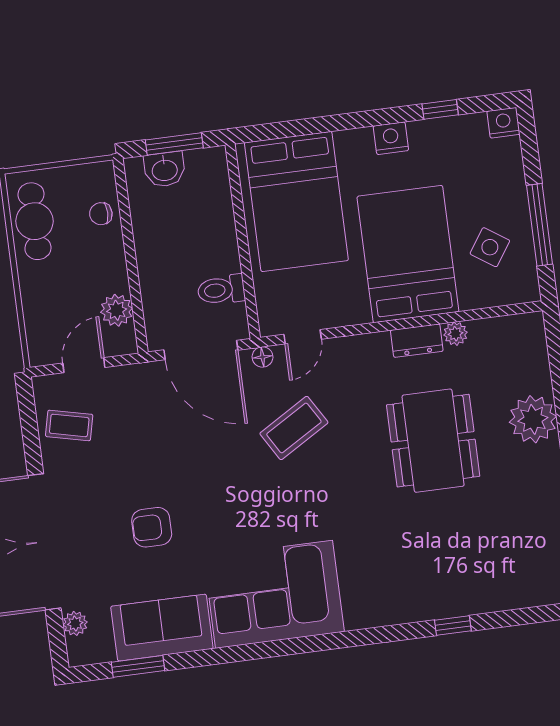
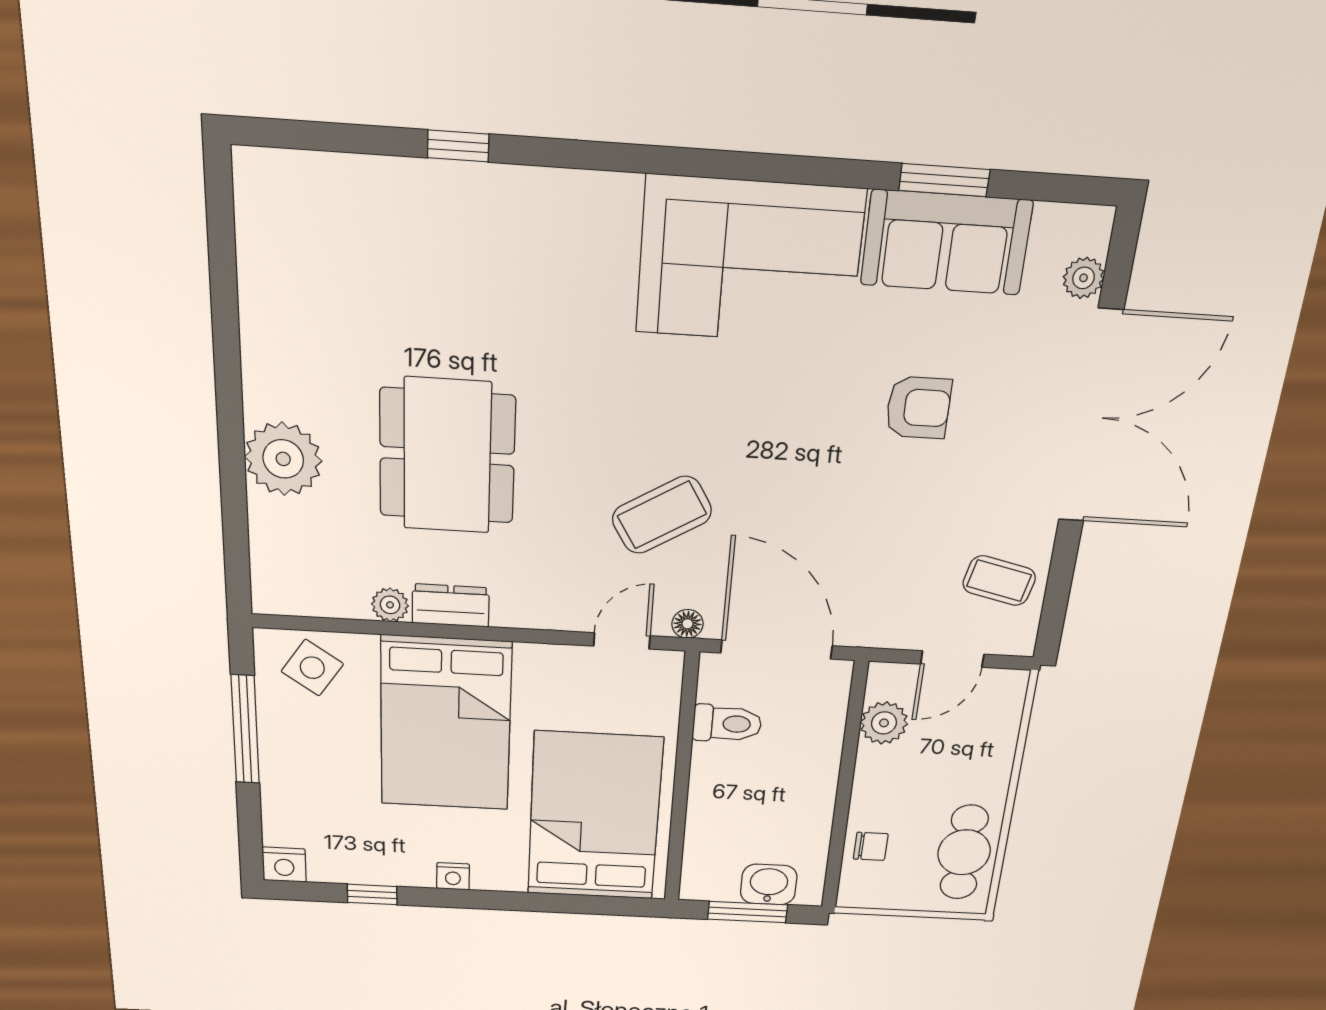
nightstand: (391, 138) -> (453, 876), width x0.72, depth x0.74
side table: (490, 247) -> (312, 668), moved
window: (138, 666) -> (944, 180), moved

